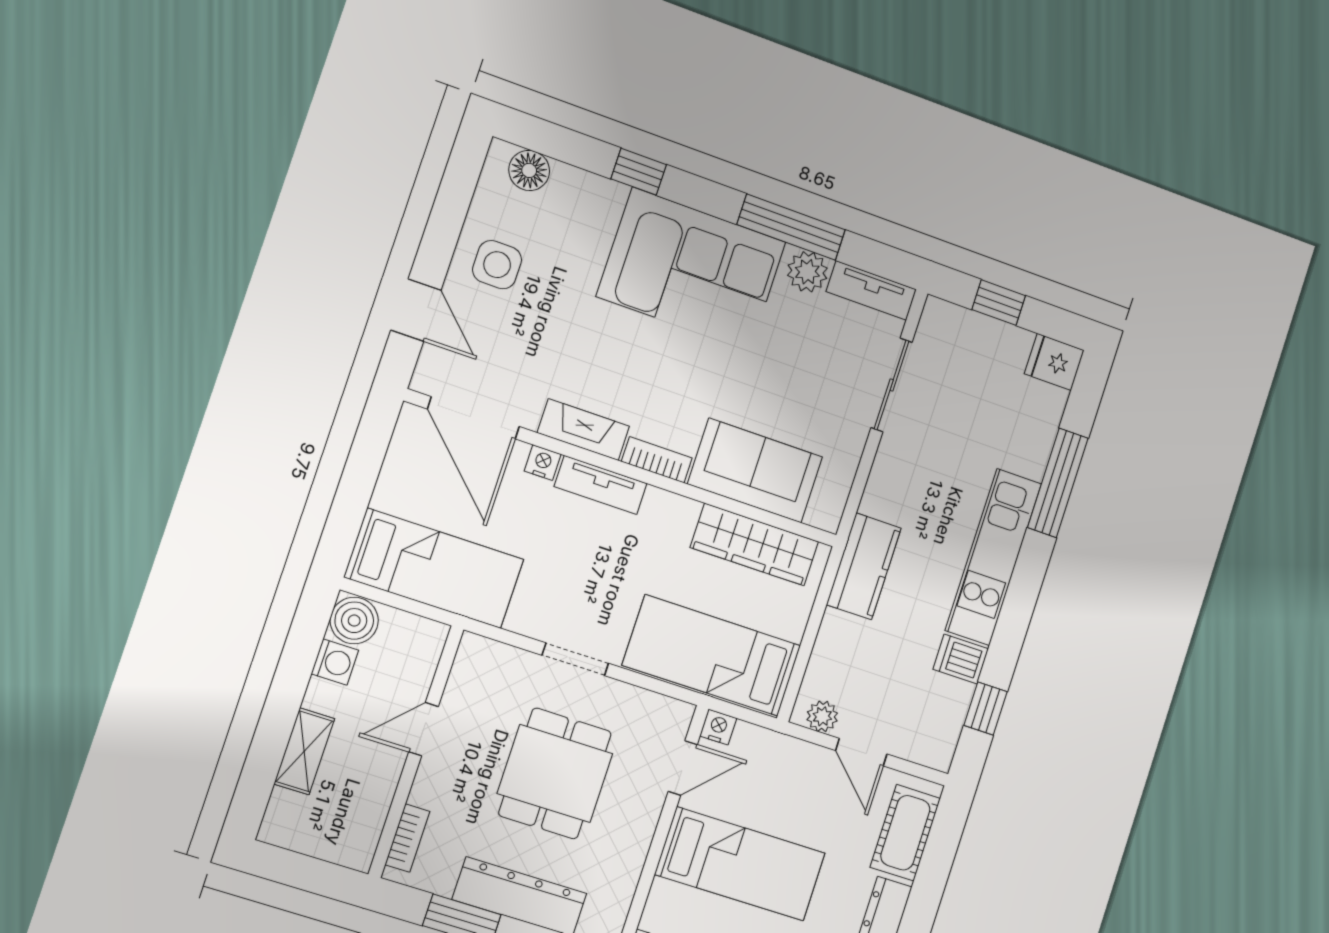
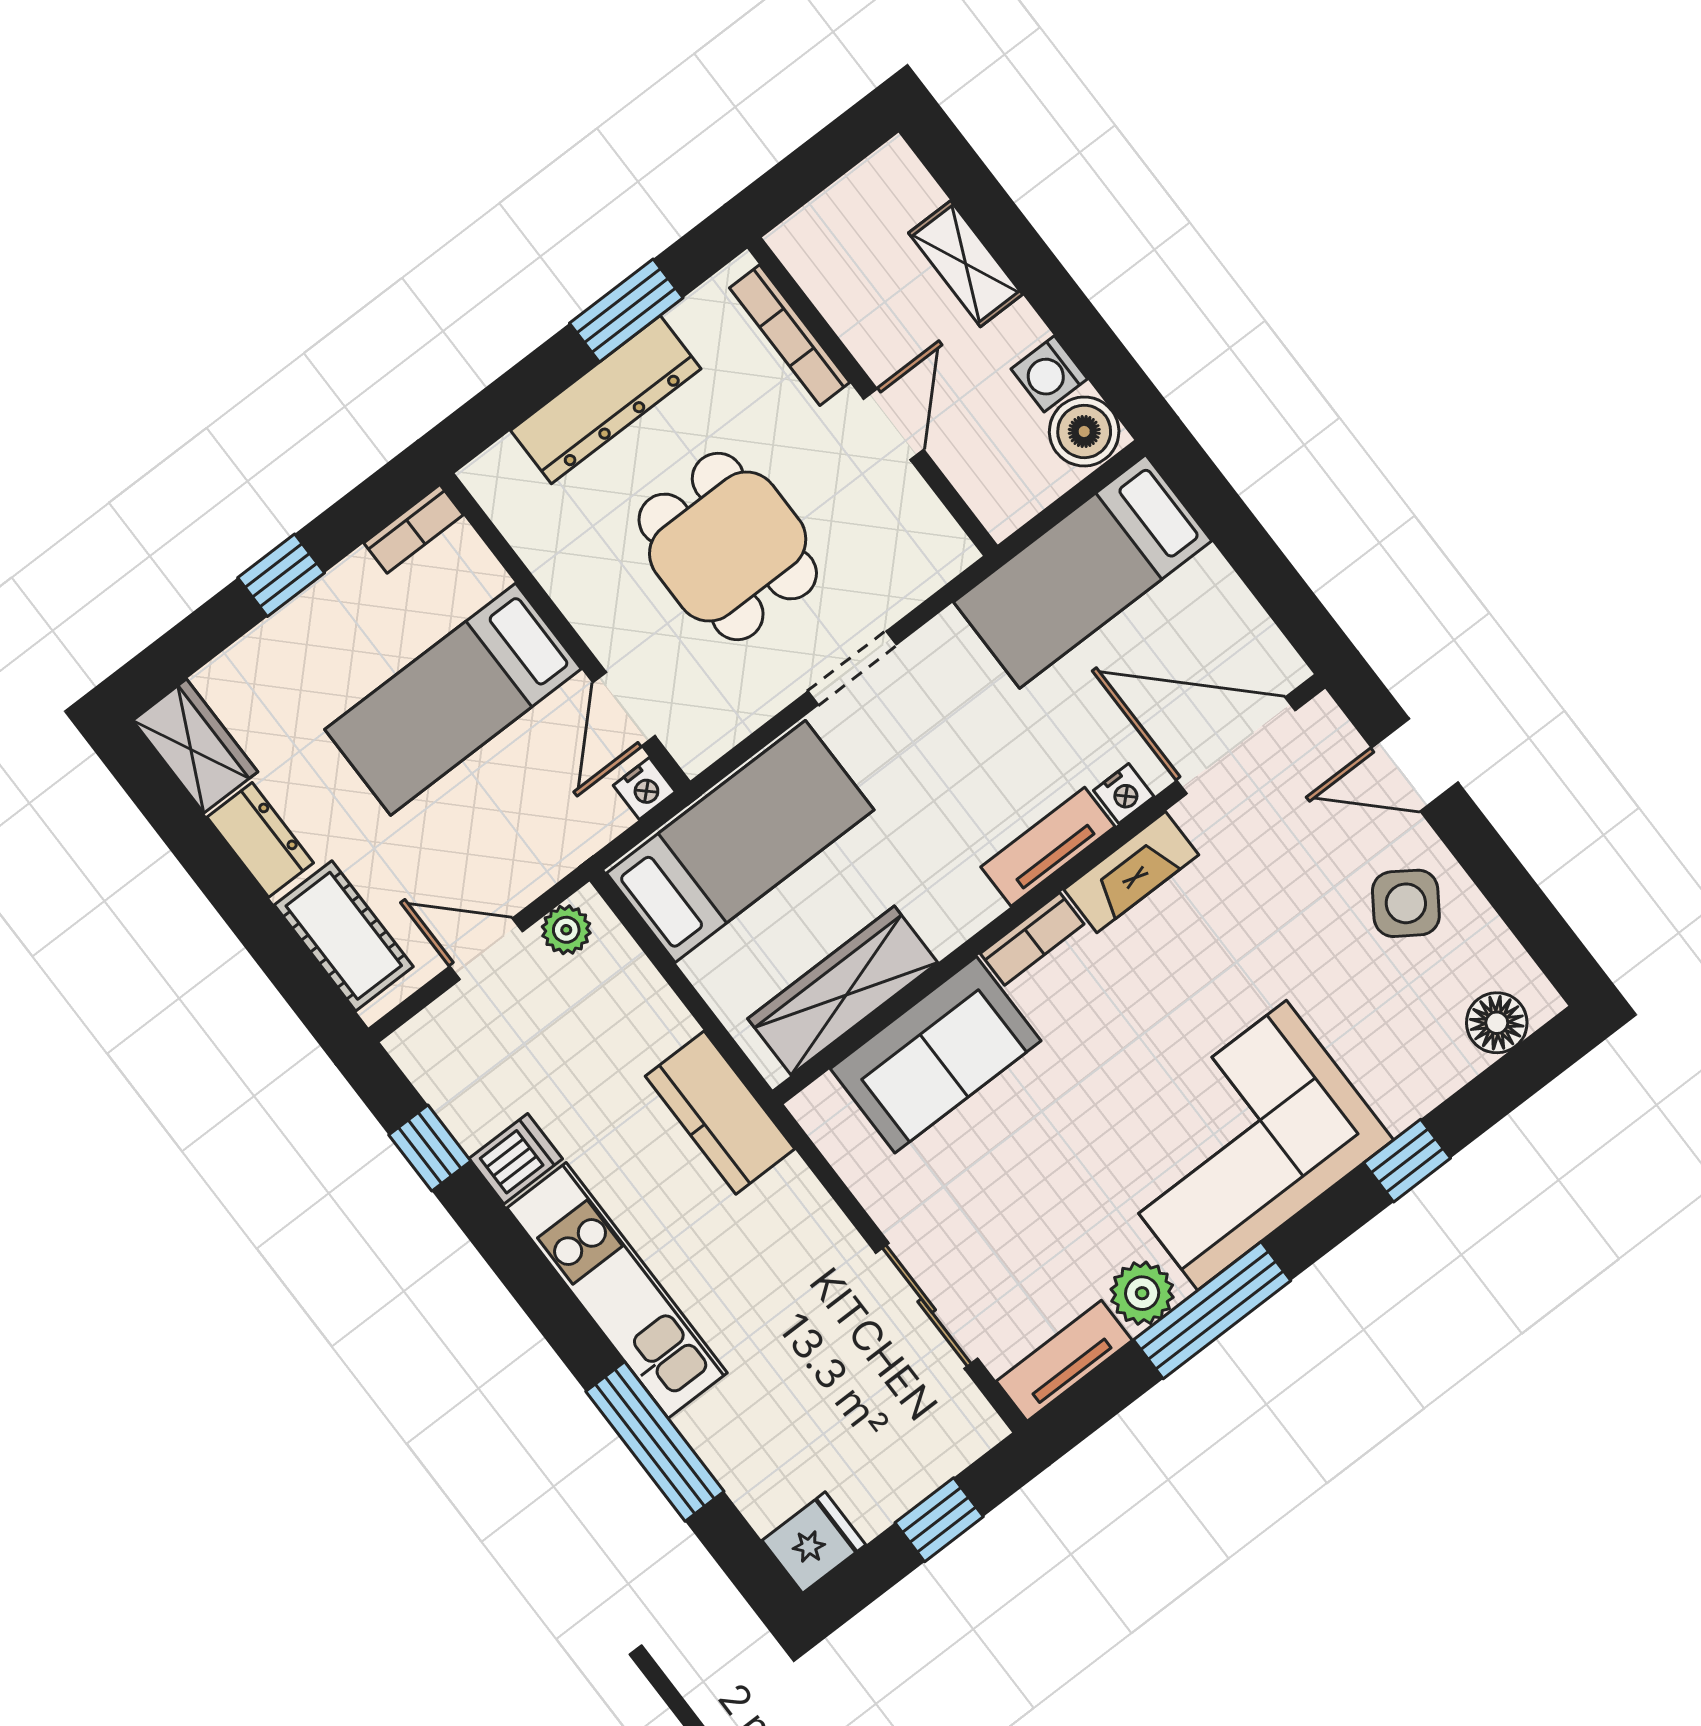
side table: (497, 265) -> (1406, 903), turned 34
bookcase: (407, 838) -> (790, 335), width x1.56

